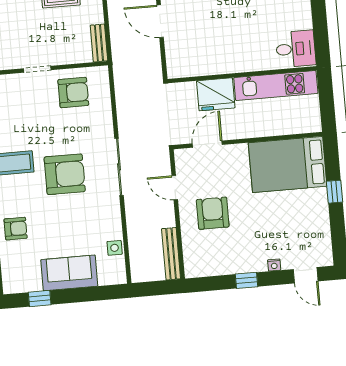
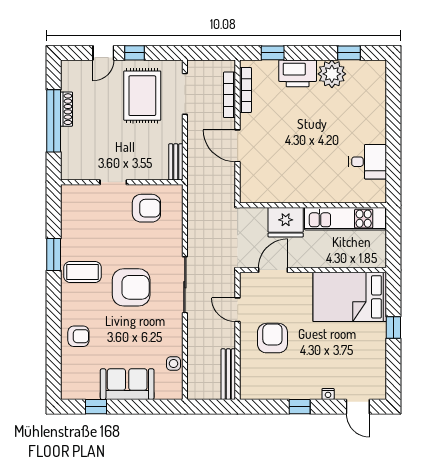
desk: (296, 49) -> (368, 162), moved

